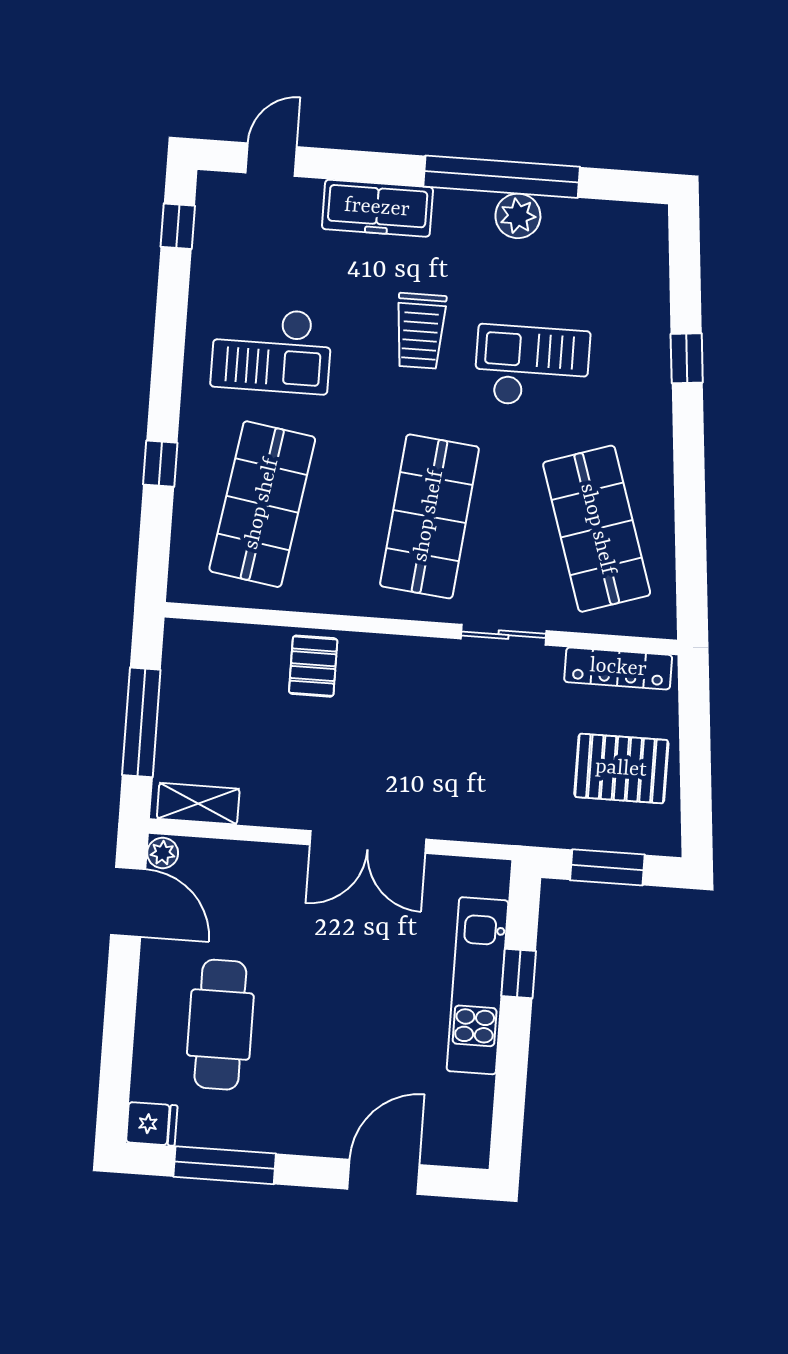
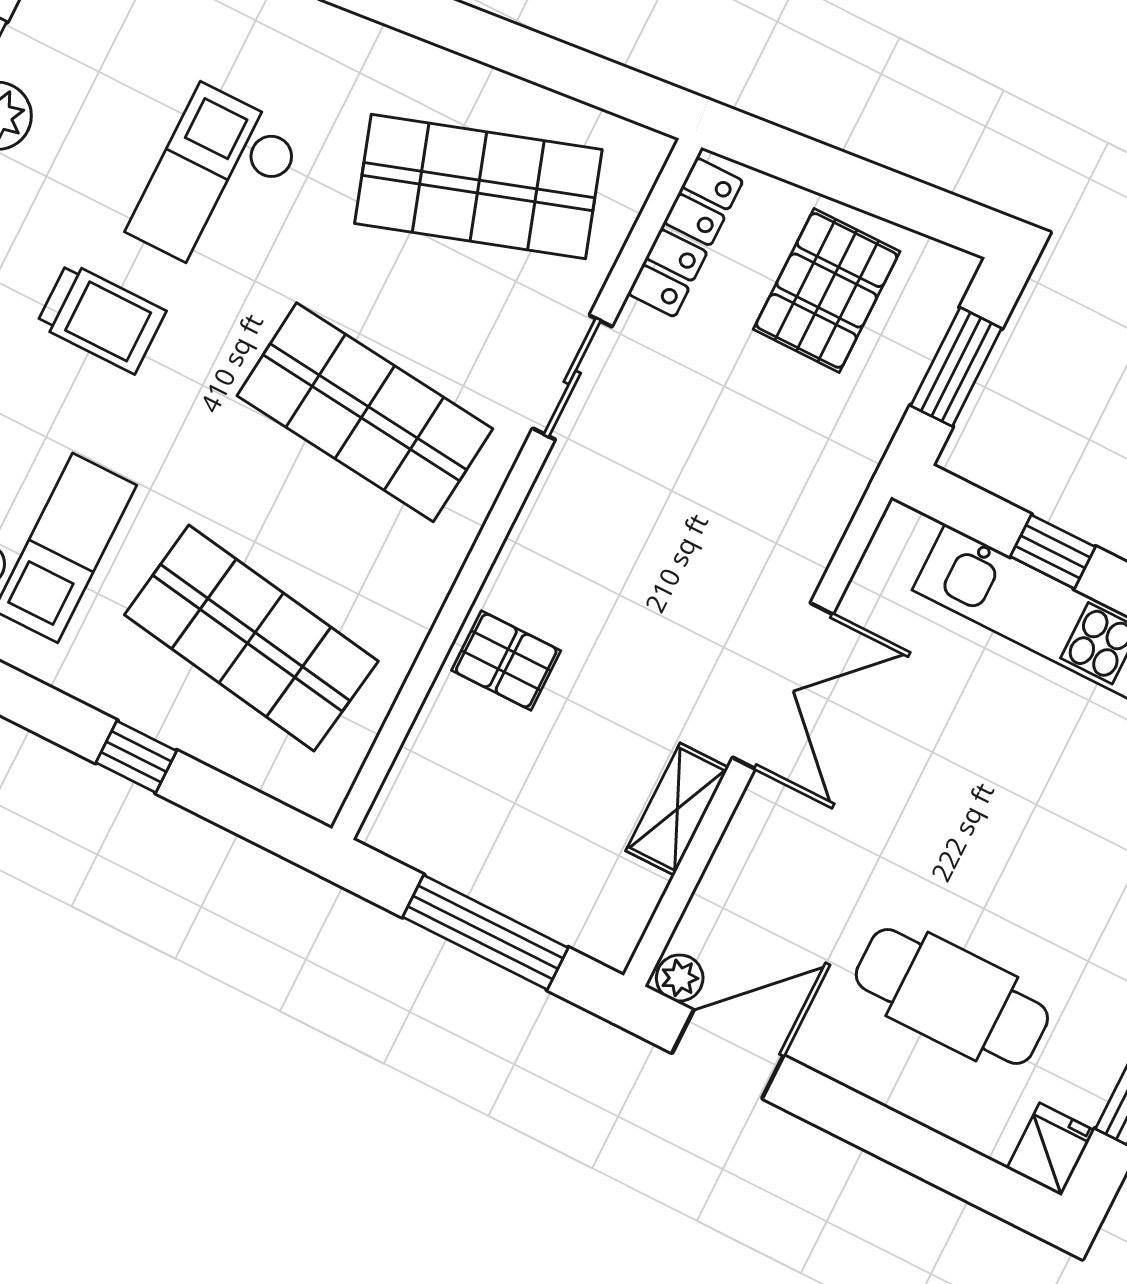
shelving: (198, 804) -> (677, 809), moved

